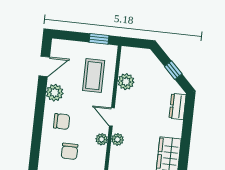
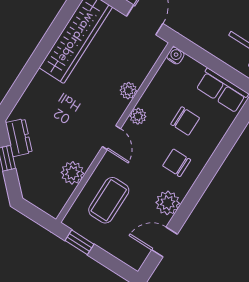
dresser: (178, 107) -> (19, 138), moved, turned -45
plant: (117, 139) -> (128, 91), moved
chair: (70, 151) -> (185, 121), turned 90

